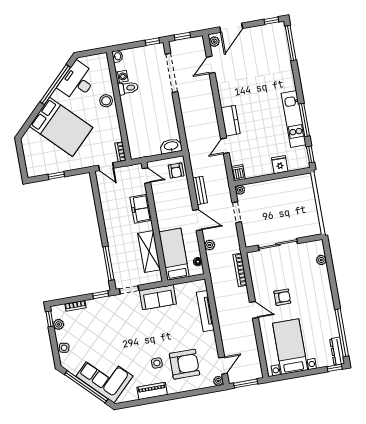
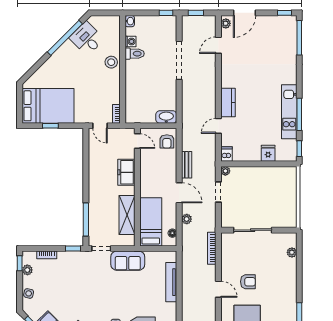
doorway: (171, 73) -> (179, 60), moved
desk: (77, 81) -> (87, 39), width x0.73
bed: (61, 127) -> (48, 106), moved, turned -45

